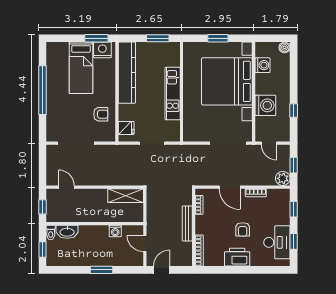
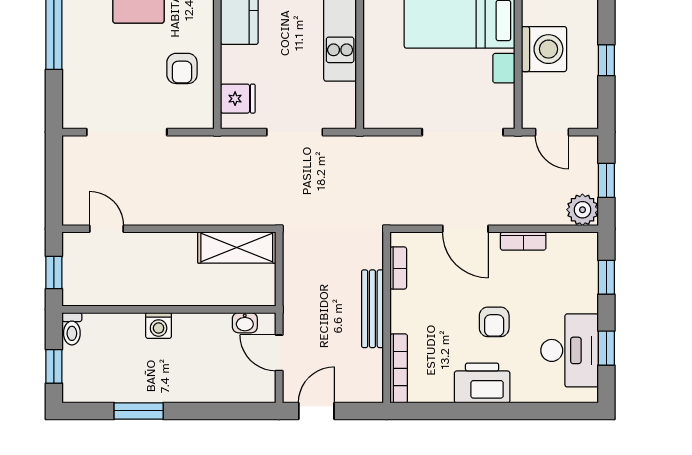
armchair: (101, 114) -> (182, 68), turned 90
washing machine: (115, 231) -> (159, 325), moved
washbasin: (67, 232) -> (245, 323), moved, width x0.52, depth x0.69
window: (102, 270) -> (139, 411), moved

